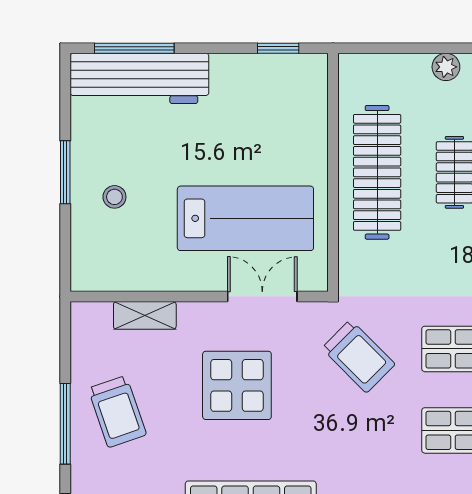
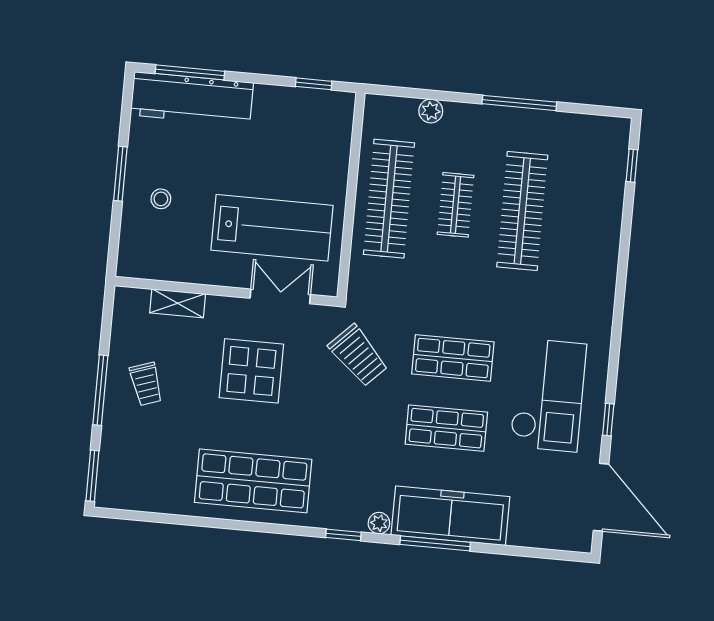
plant: (446, 67) -> (431, 111), moved
trolley: (117, 412) -> (146, 384), width x0.73, depth x0.72

